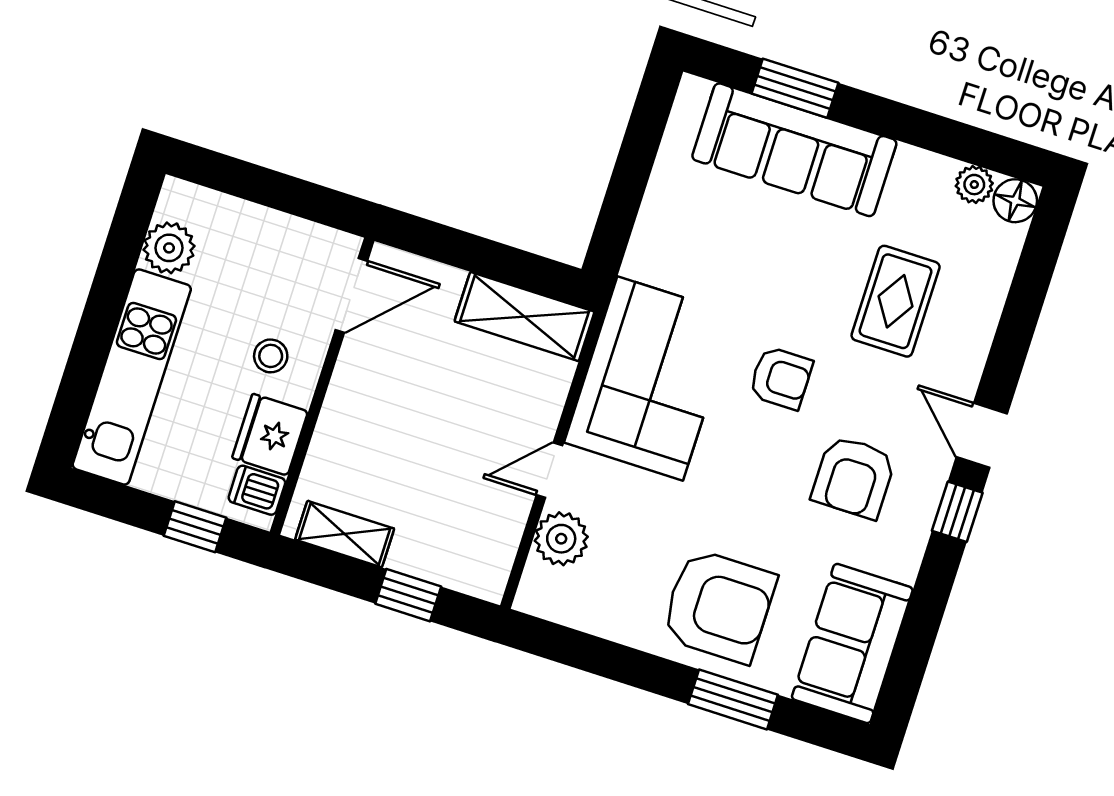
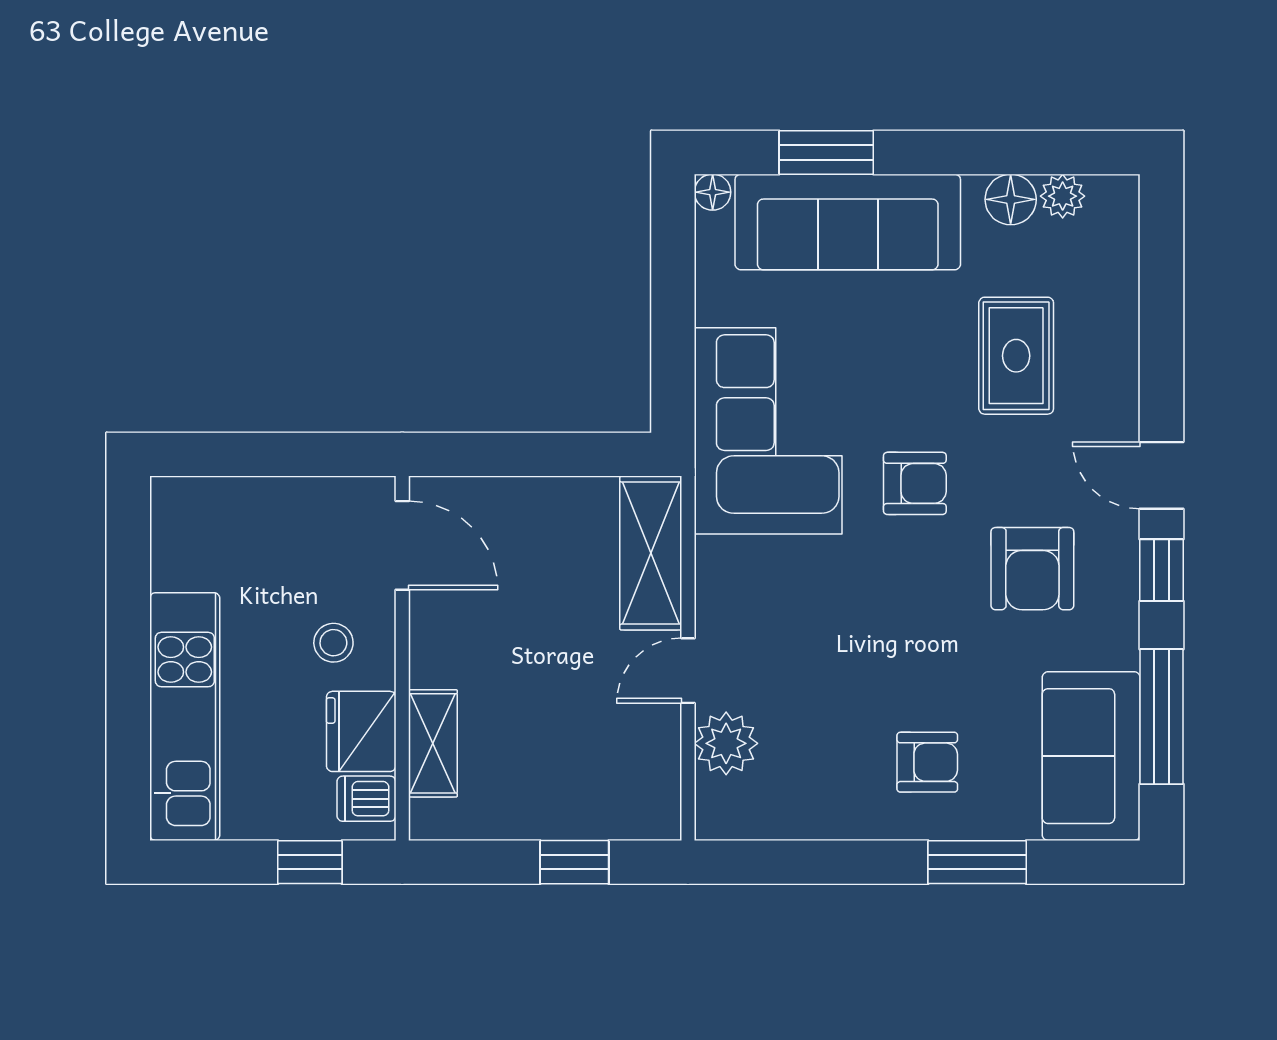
floor lamp: (693, 91) -> (713, 192), added
floor lamp: (1015, 201) -> (1011, 199), moved
plant: (169, 248) -> (180, 558), removed
door: (351, 295) -> (402, 545), hinge flipped
shelving: (524, 317) -> (651, 553), moved, turned 90
corner sofa: (650, 379) -> (768, 431), moved
shelving: (345, 534) -> (433, 743), moved, turned 90
armchair: (719, 606) -> (927, 762), width x0.53, depth x0.53
window: (919, 630) -> (1161, 717), added

